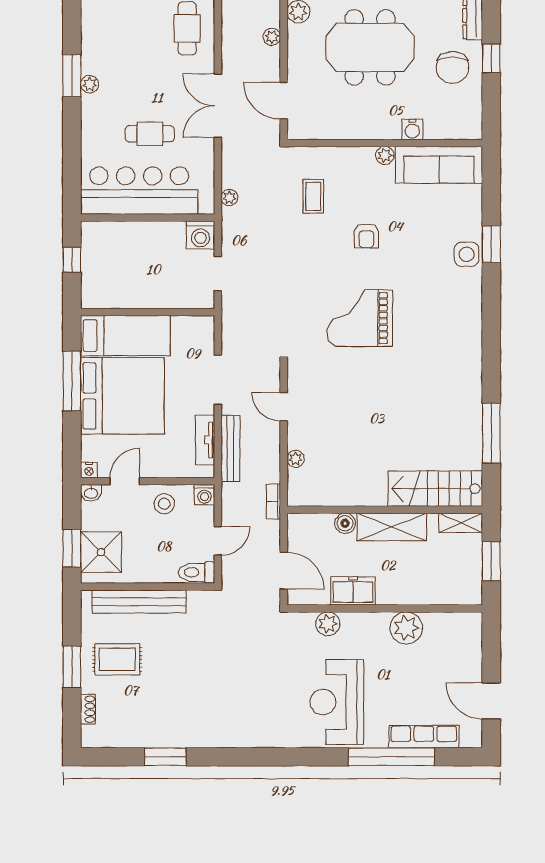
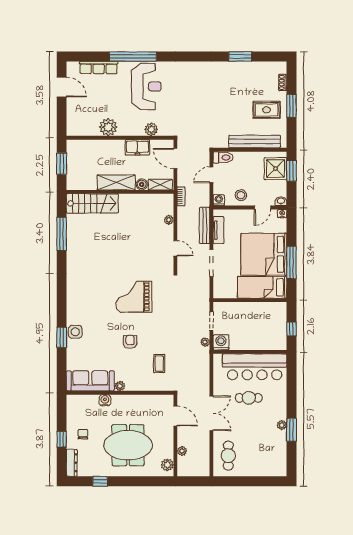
chair: (452, 67) -> (83, 434), width x0.54, depth x0.54
plant: (229, 198) -> (205, 342), moved
grand piano: (360, 318) -> (134, 297), turned 180
shelving: (461, 523) -> (160, 185), moved
window: (391, 757) -> (133, 56), moved

